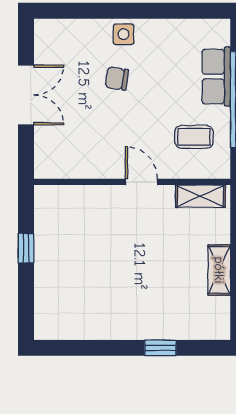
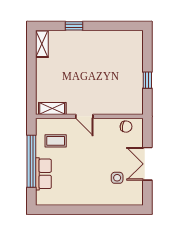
side table: (124, 34) -> (117, 178), moved
chair: (117, 78) -> (126, 127), moved
shelving: (219, 270) -> (42, 44), moved

